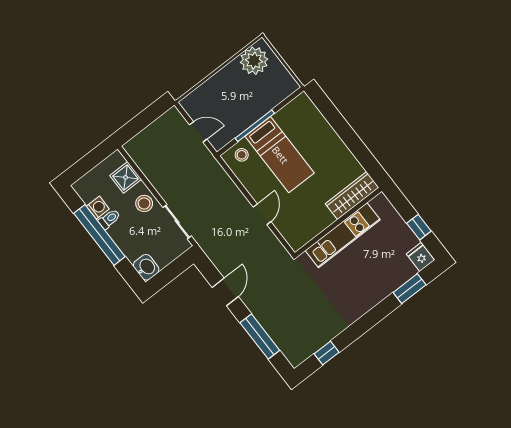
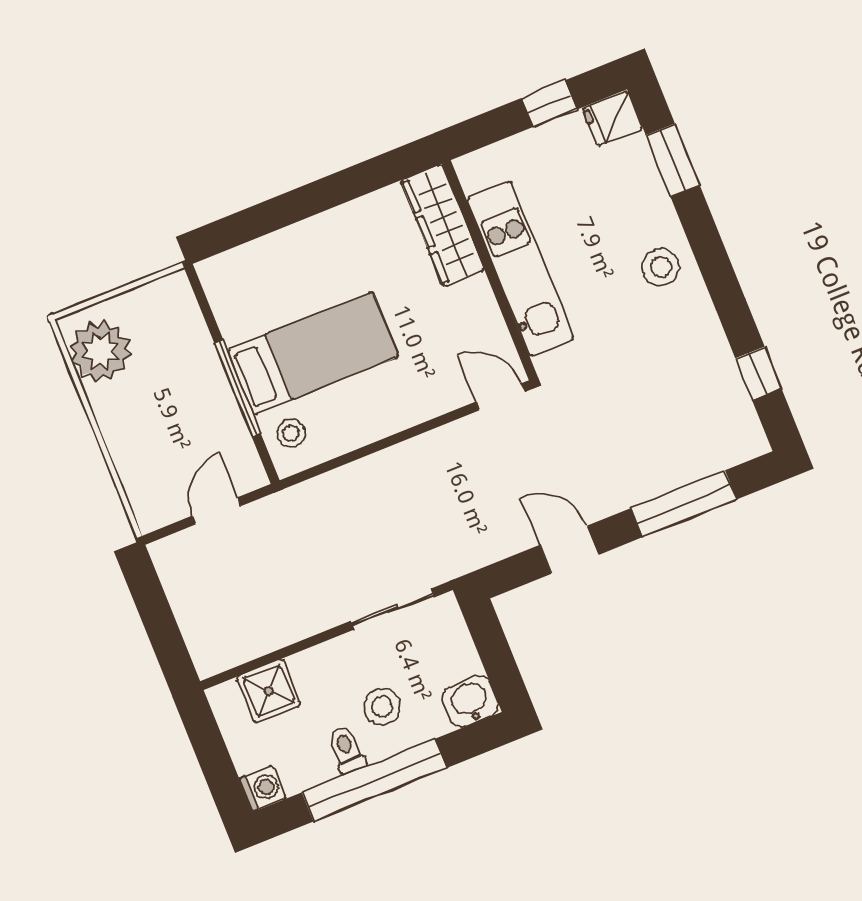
stool: (144, 203) -> (382, 707), moved
washing machine: (98, 208) -> (263, 788), moved, turned 90
door: (262, 214) -> (500, 397), moved
stool: (361, 297) -> (661, 267), added

